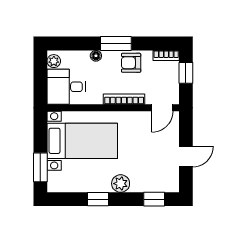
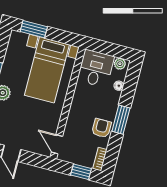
floor lamp: (96, 56) -> (119, 86), moved
bookcase: (124, 99) -> (73, 114), removed

